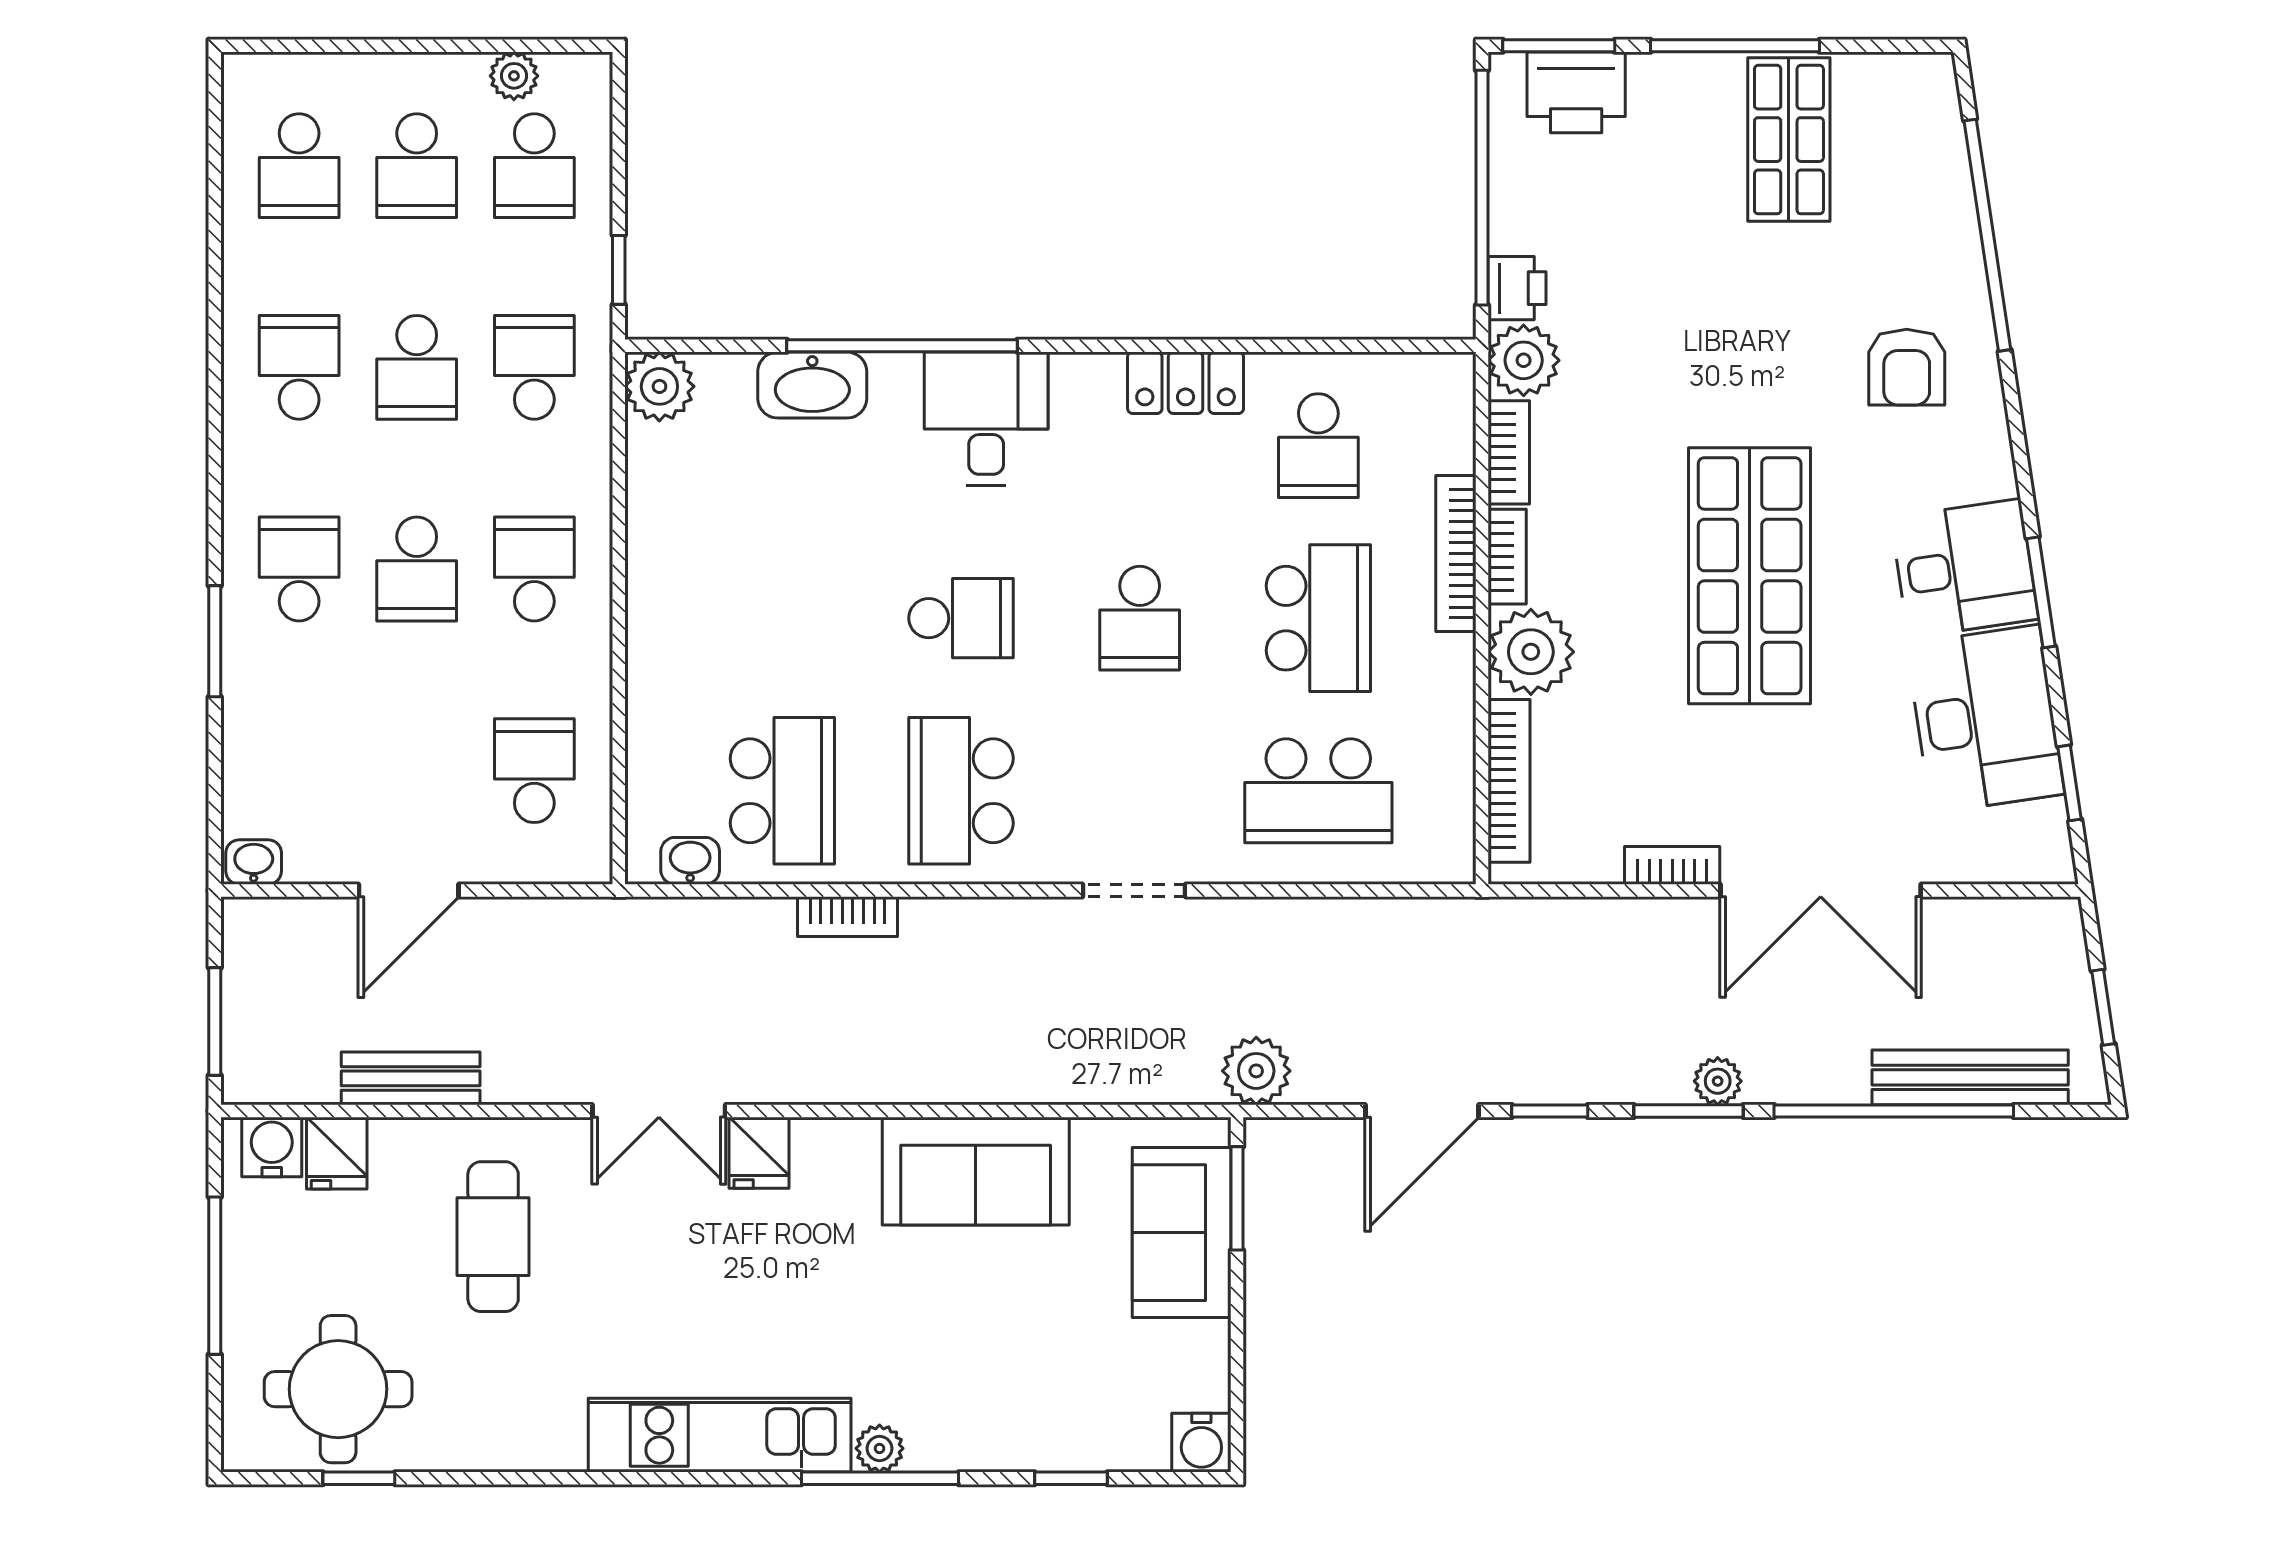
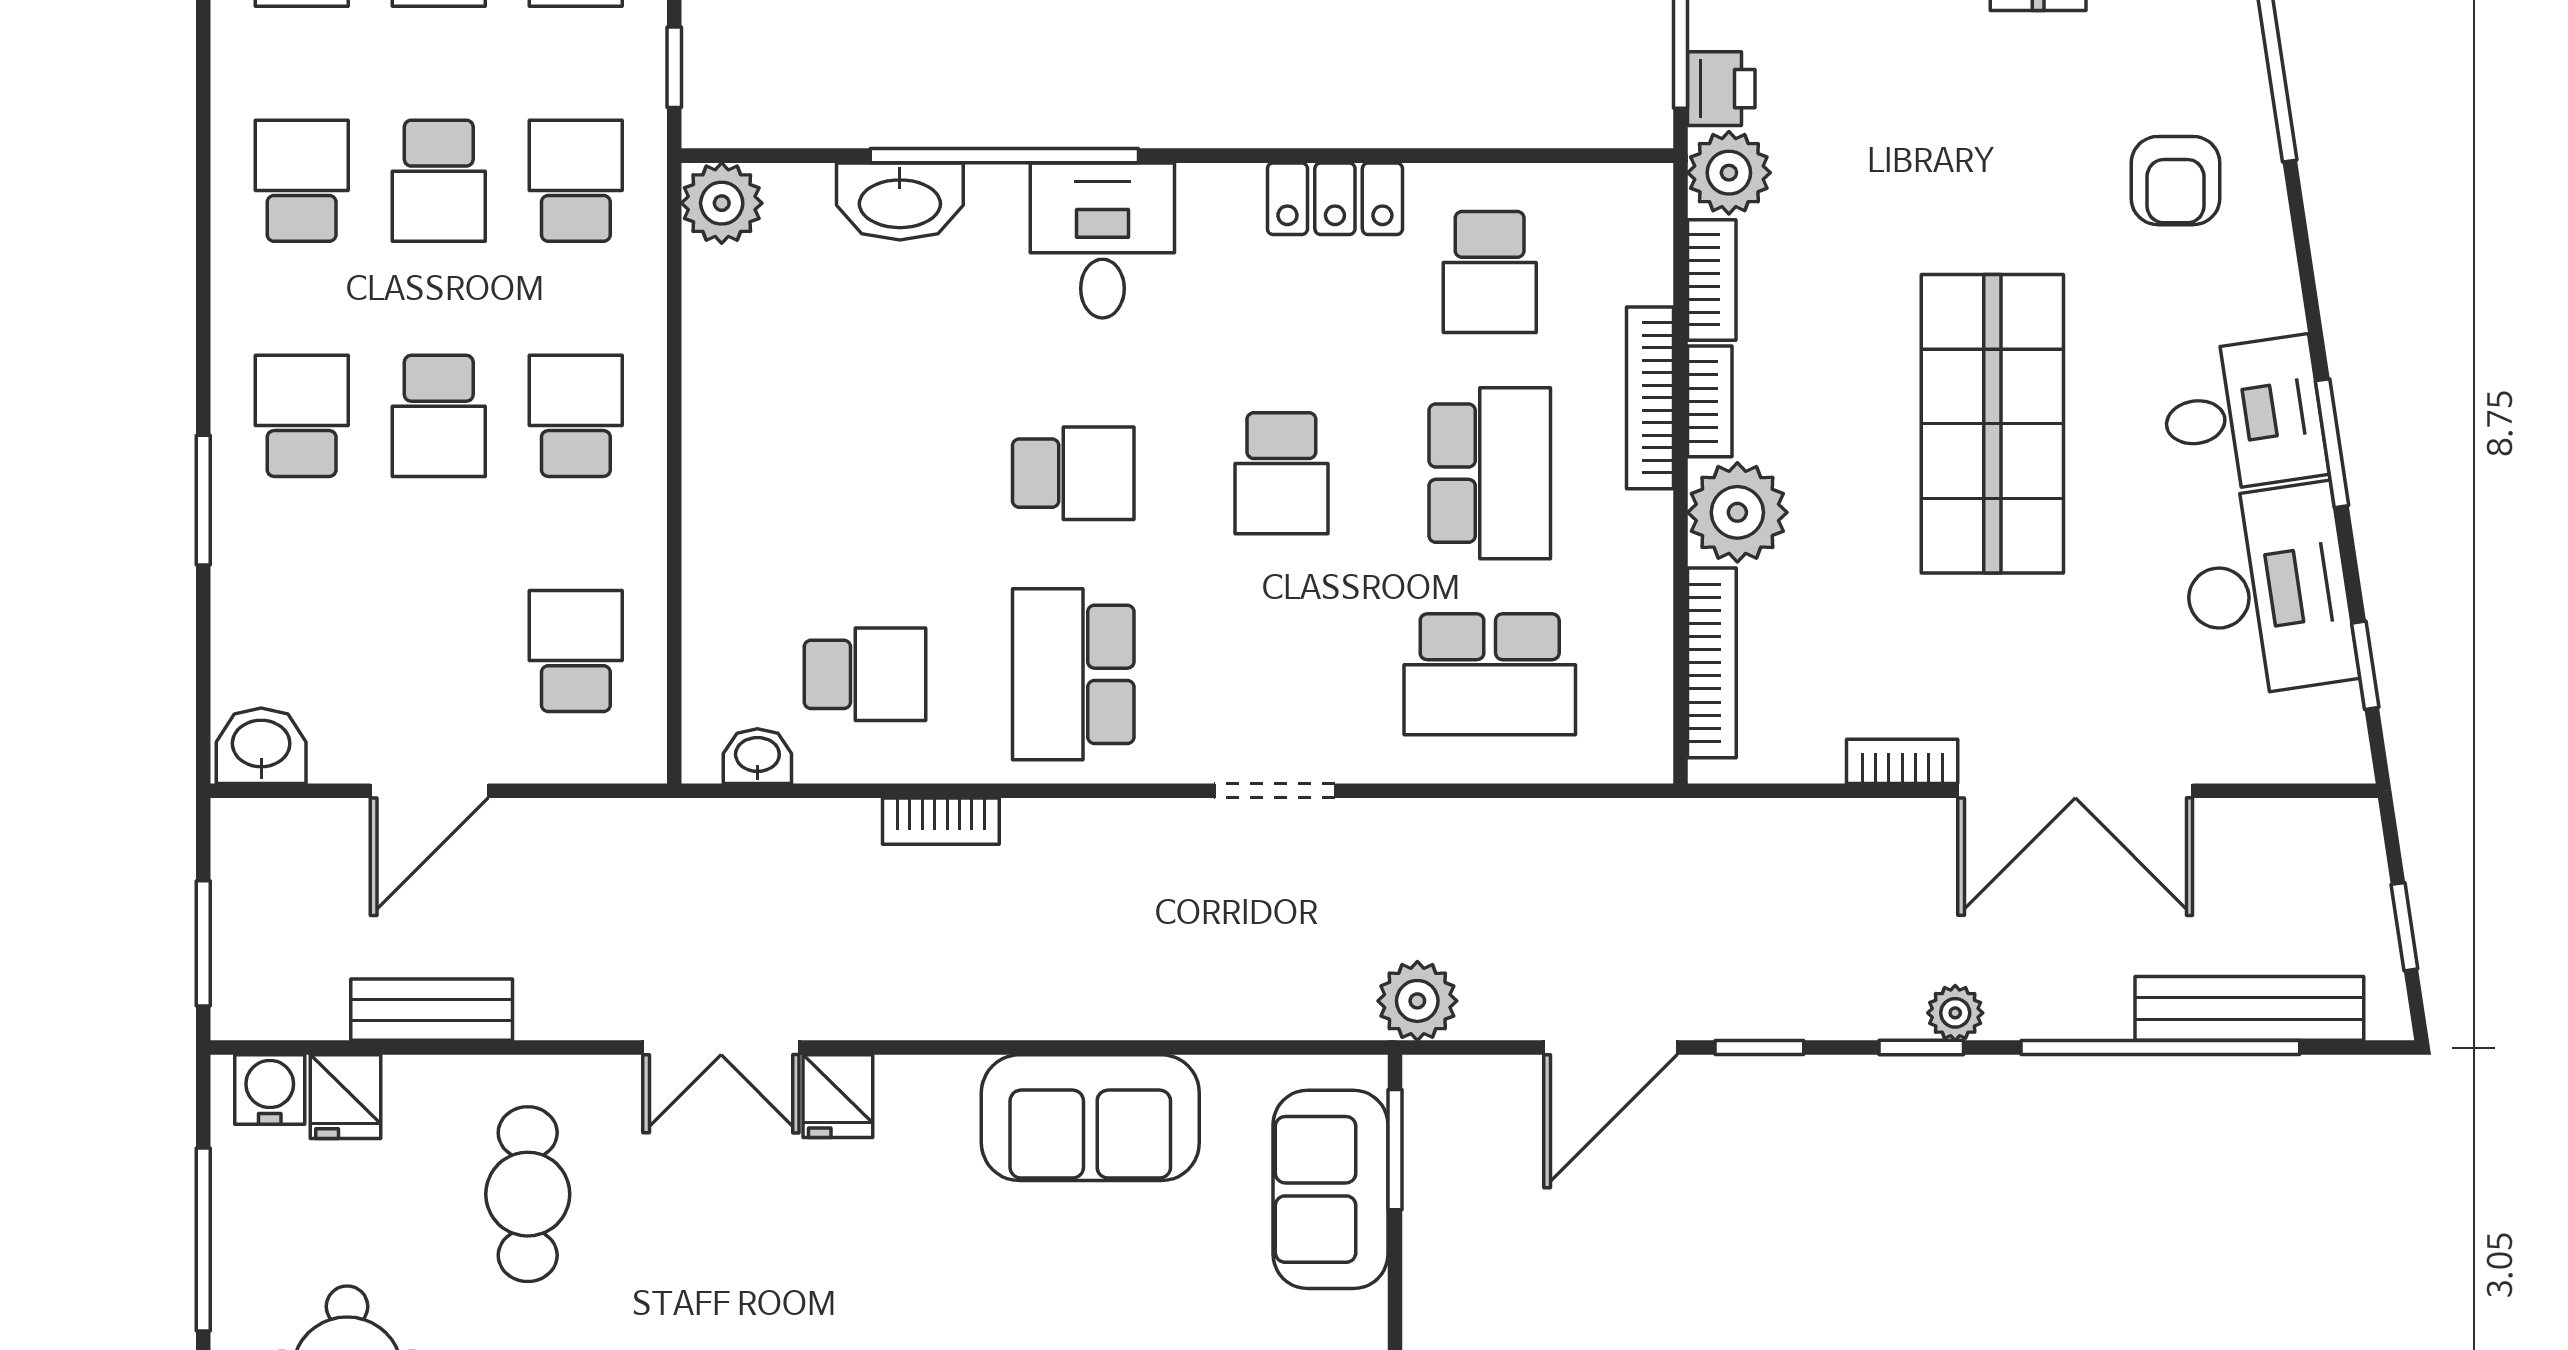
school desk: (782, 791) -> (865, 674), width x0.54
washbasin: (254, 862) -> (261, 746), width x1.38, depth x1.45
window: (1689, 1111) -> (1921, 1048), width x0.67

